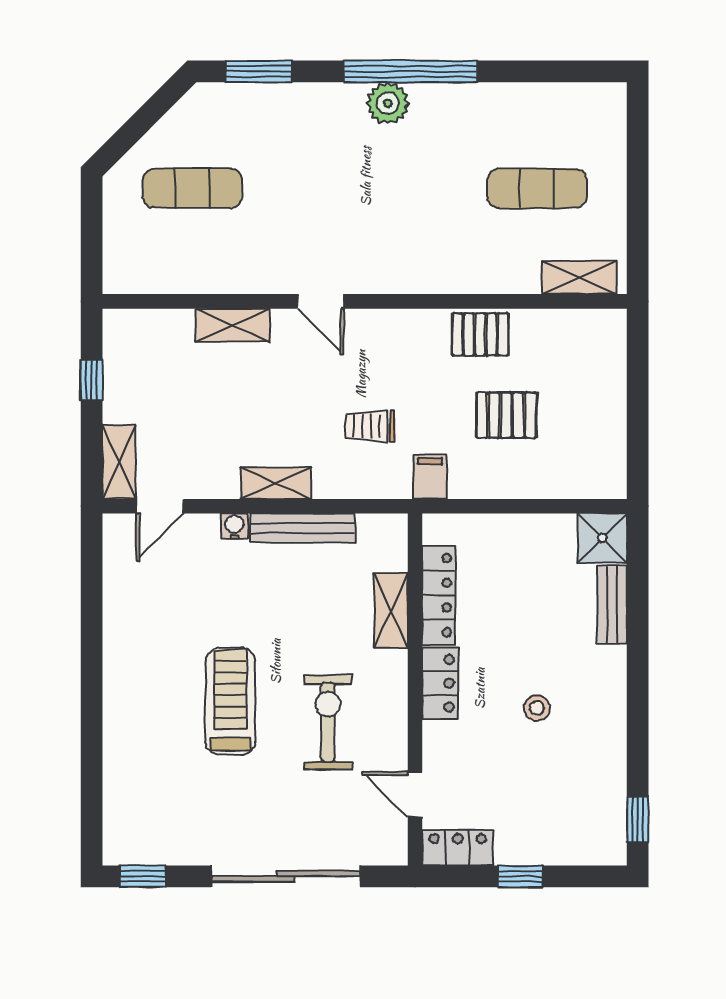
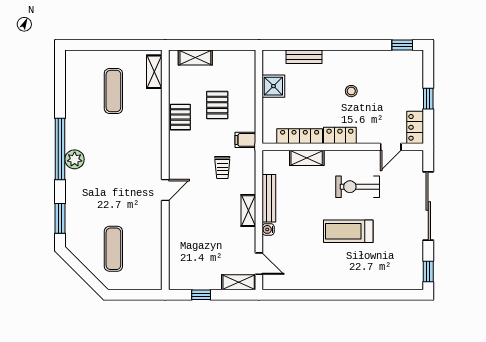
shelving: (233, 325) -> (195, 57), moved, turned 90
shower: (602, 538) -> (273, 86), moved

